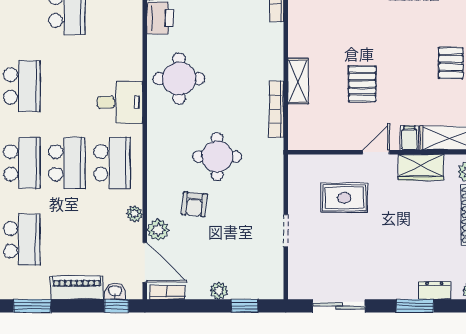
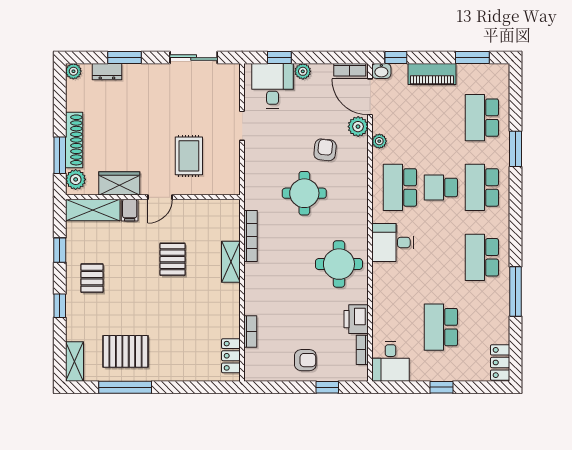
school desk: (67, 163) -> (441, 187), width x0.54
rug: (344, 198) -> (189, 156), turned 90
desk: (252, 275) -> (273, 86), added
washbasin: (115, 291) -> (381, 71), moved

